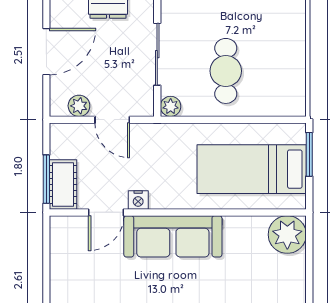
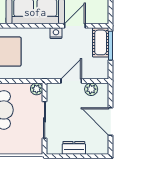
door: (46, 52) -> (111, 121), hinge flipped
door: (112, 120) -> (71, 81), hinge flipped

